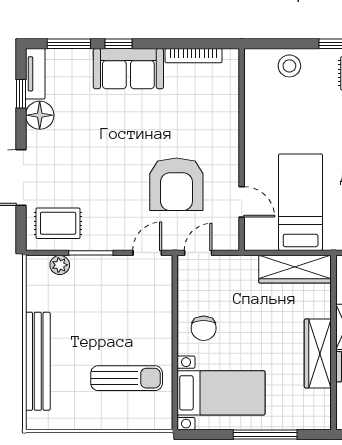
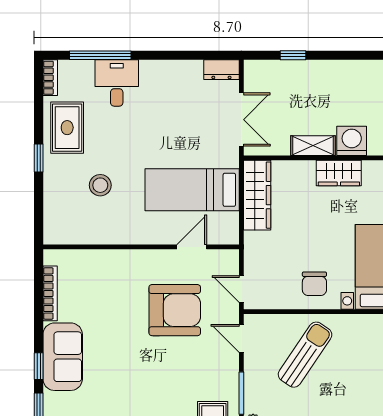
stool: (289, 66) -> (100, 185), moved
chair: (204, 328) -> (314, 284), turned 90
wardrobe: (318, 353) -> (339, 173), width x0.67
sun lounger: (127, 378) -> (305, 355), moved, turned 34

